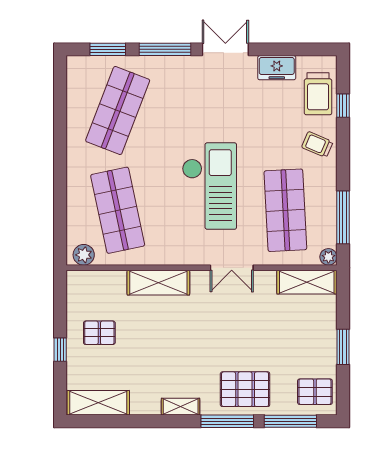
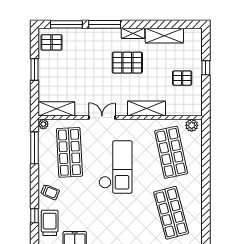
shop shelf: (118, 110) -> (171, 213), turned -36
checkout: (209, 186) -> (115, 167), turned 180
pallet: (245, 389) -> (127, 63), moved
shelving: (98, 403) -> (164, 36), moved

